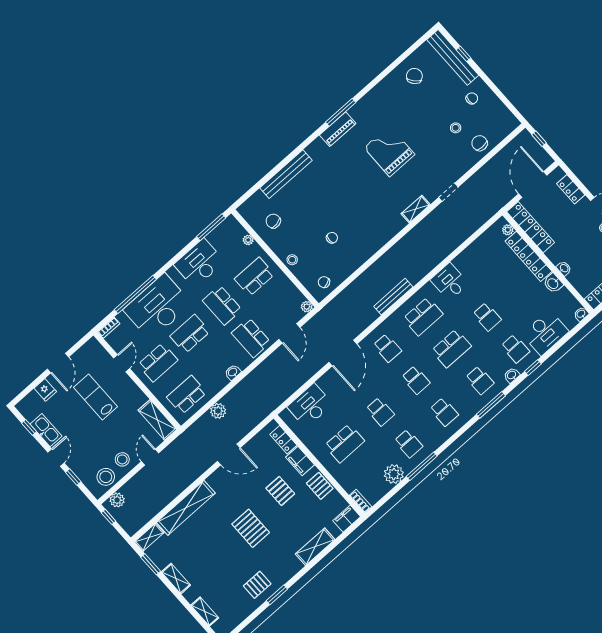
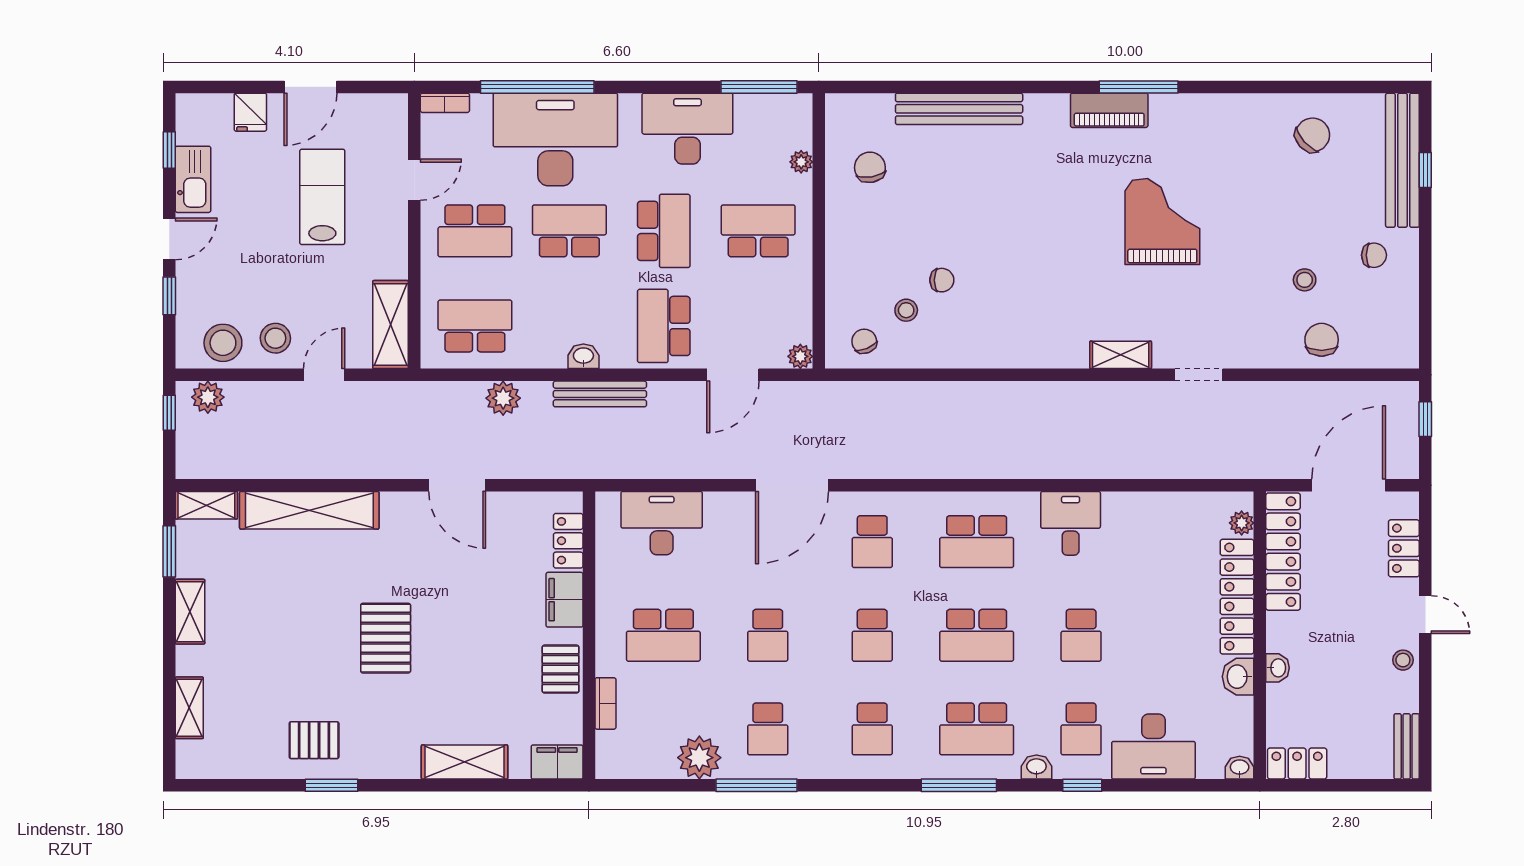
stool: (292, 260) -> (906, 310), moved
bench: (393, 297) -> (600, 394), moved
school desk: (222, 305) -> (664, 231), turned 180
school desk: (480, 380) -> (977, 729), width x1.85
pallet: (280, 491) -> (489, 620), removed
bookcase: (361, 501) -> (605, 703), moved

